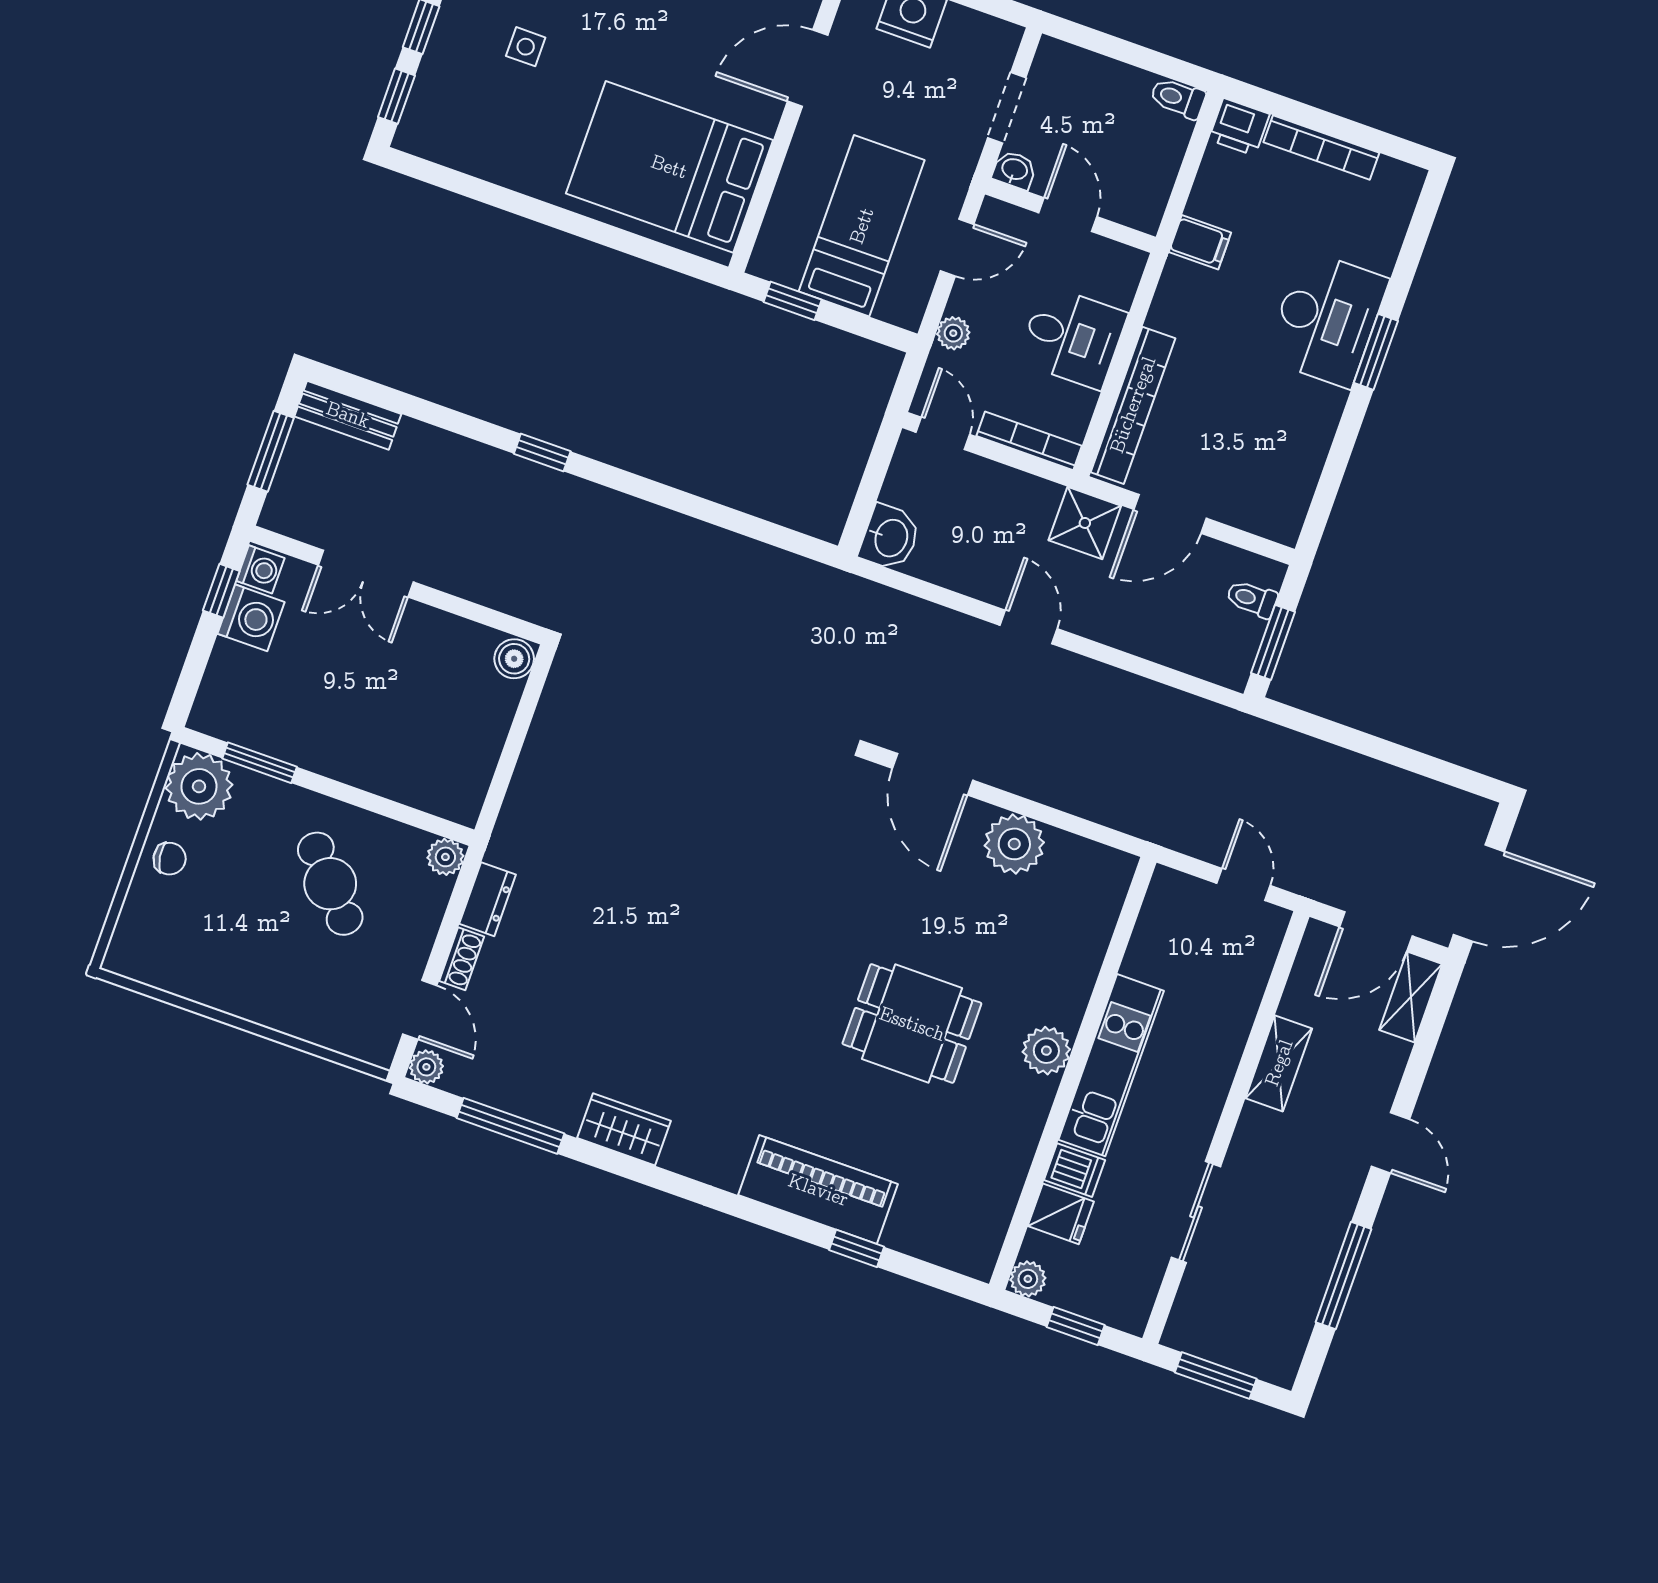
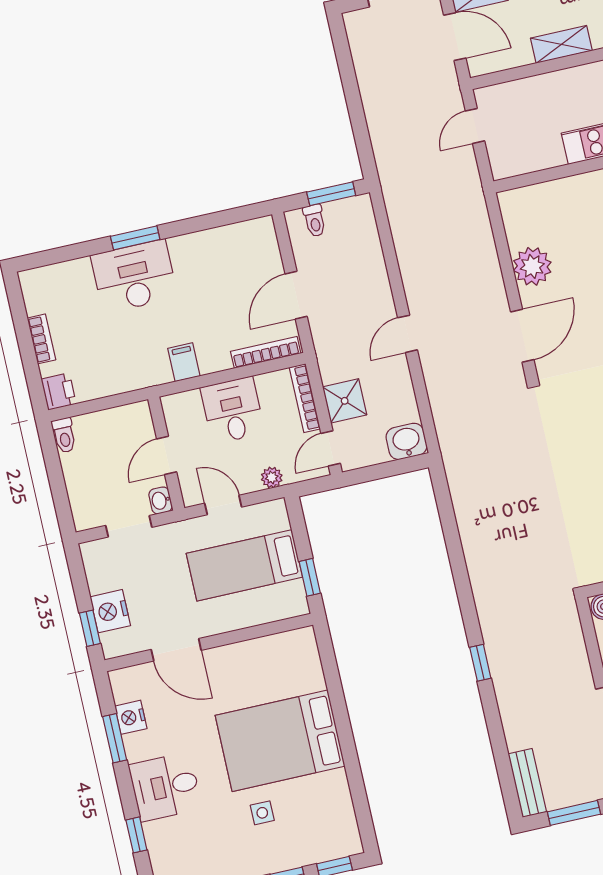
bookcase: (1321, 148) -> (41, 339), width x0.64
bed: (669, 167) -> (280, 741), moved, turned 90
filing cabinet: (1200, 242) -> (184, 362), moved
bookcase: (1133, 405) -> (266, 352), width x0.68, depth x0.76
door: (1170, 514) -> (296, 295), swing flipped
shower: (1085, 523) -> (345, 401), moved

